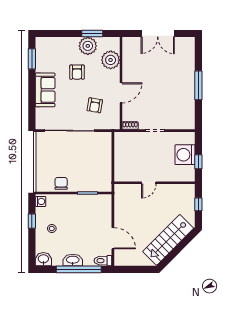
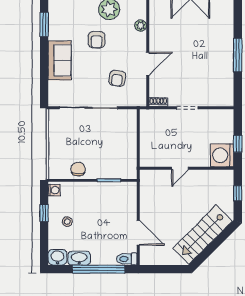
plant: (111, 60) -> (141, 26), width x0.53, depth x0.53
washing machine: (185, 155) -> (222, 155), moved
washbasin: (73, 260) -> (79, 258), moved

